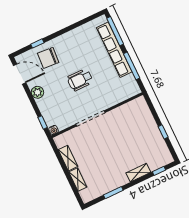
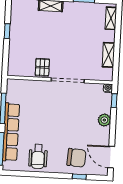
wheelchair: (80, 80) -> (38, 156), moved, turned 90
plant: (37, 92) -> (104, 120), moved
pallet: (117, 118) -> (42, 67), added
shelving: (78, 180) -> (111, 18), moved

